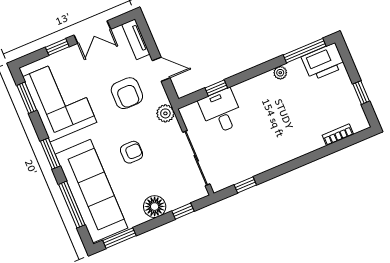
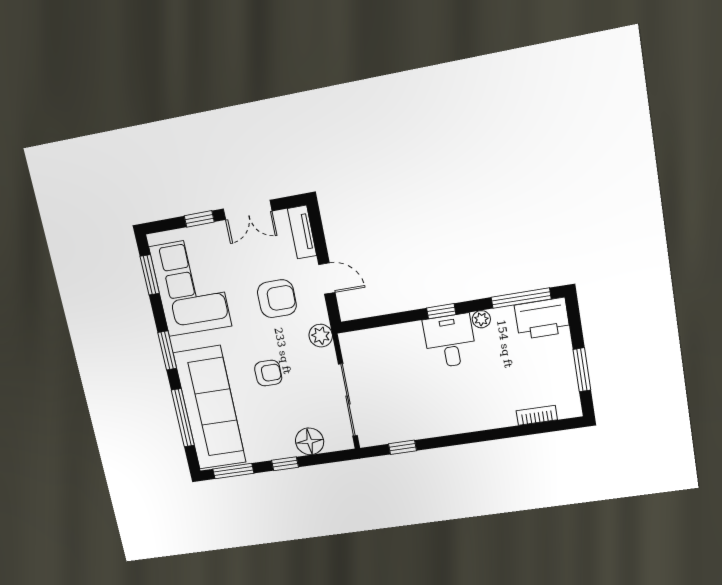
window: (216, 88) -> (441, 311), moved
armchair: (127, 93) -> (277, 299), turned -90
window: (361, 93) -> (582, 370), width x1.50
desk: (221, 111) -> (450, 341), moved
floor lamp: (155, 207) -> (310, 441), moved
window: (183, 211) -> (285, 464), moved

